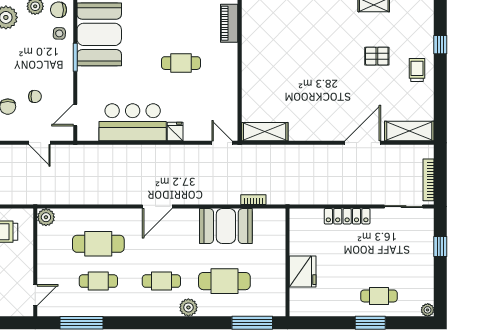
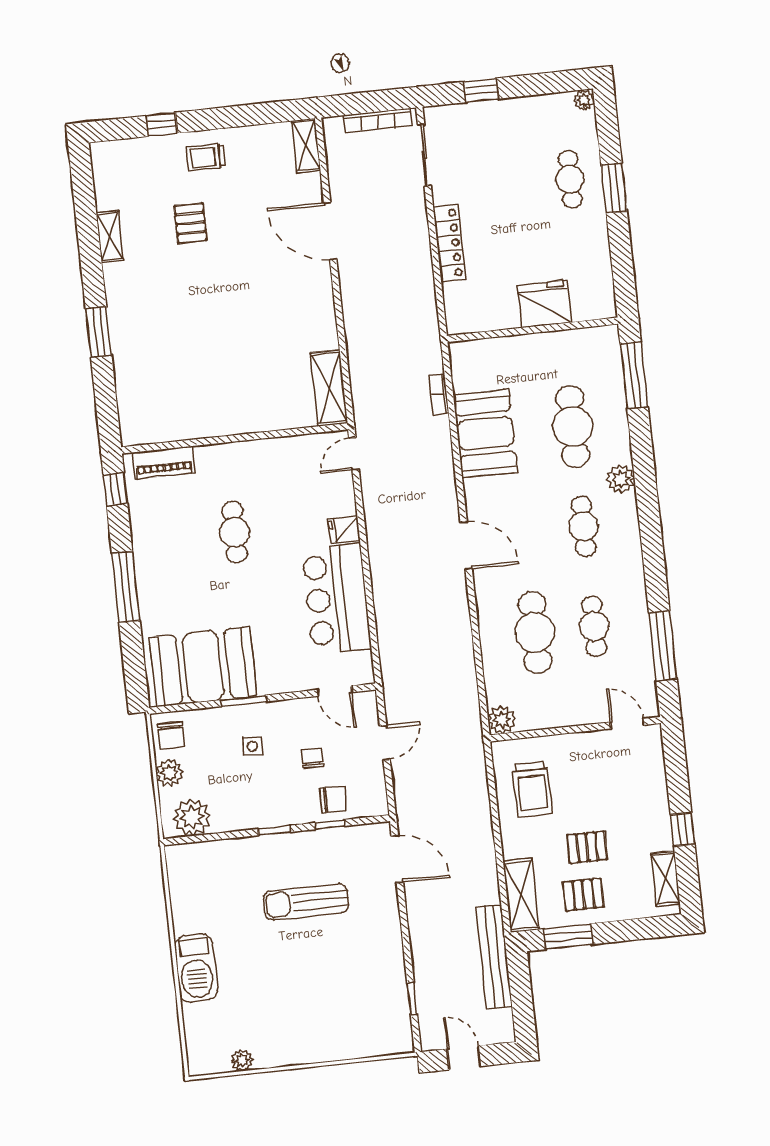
side table: (59, 33) -> (252, 746), moved
shelving: (409, 131) -> (306, 146), width x0.67, depth x0.75

